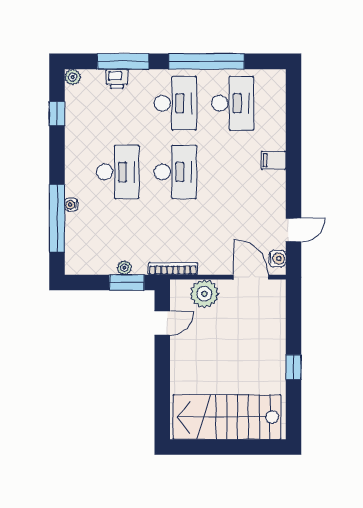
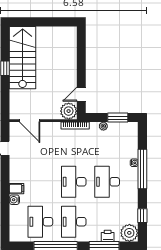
plant: (73, 77) -> (129, 233), width x1.87, depth x1.87
window: (57, 218) -> (142, 169), moved
water cooler: (277, 259) -> (14, 200), moved
window: (127, 283) -> (118, 118), moved
plant: (204, 294) -> (69, 111), moved
stairs: (227, 417) -> (23, 58), moved, turned -90

